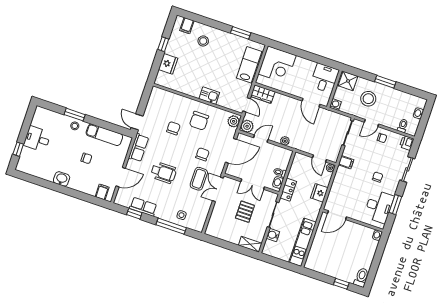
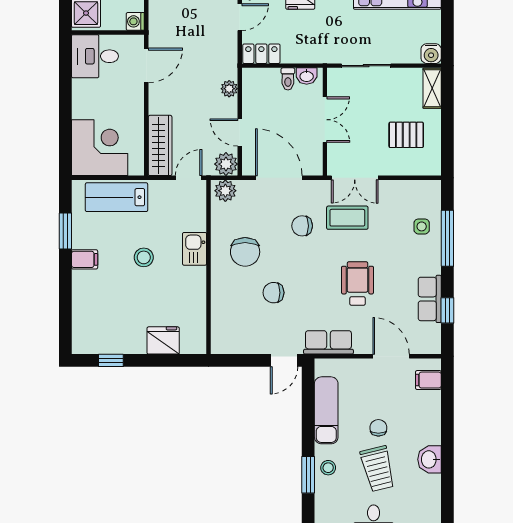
filing cabinet: (187, 26) -> (85, 259), moved
stool: (203, 41) -> (144, 257), moved
window: (163, 44) -> (111, 360), moved
wardrobe: (263, 94) -> (160, 145), width x1.50
chair: (199, 121) -> (245, 252), turned 90
trolley: (66, 151) -> (378, 469), added
locker: (288, 190) -> (261, 54), moved
pallet: (245, 212) -> (406, 135), moved
water cooler: (273, 235) -> (431, 54), moved

